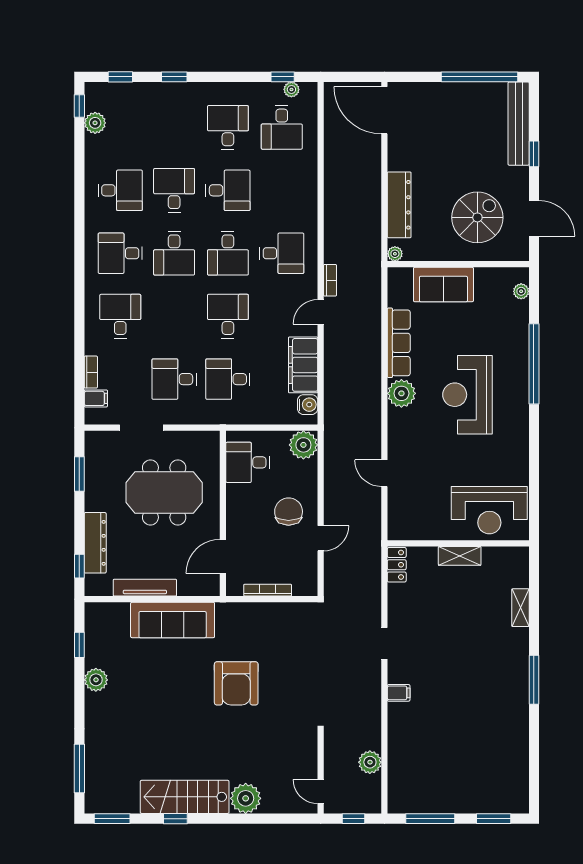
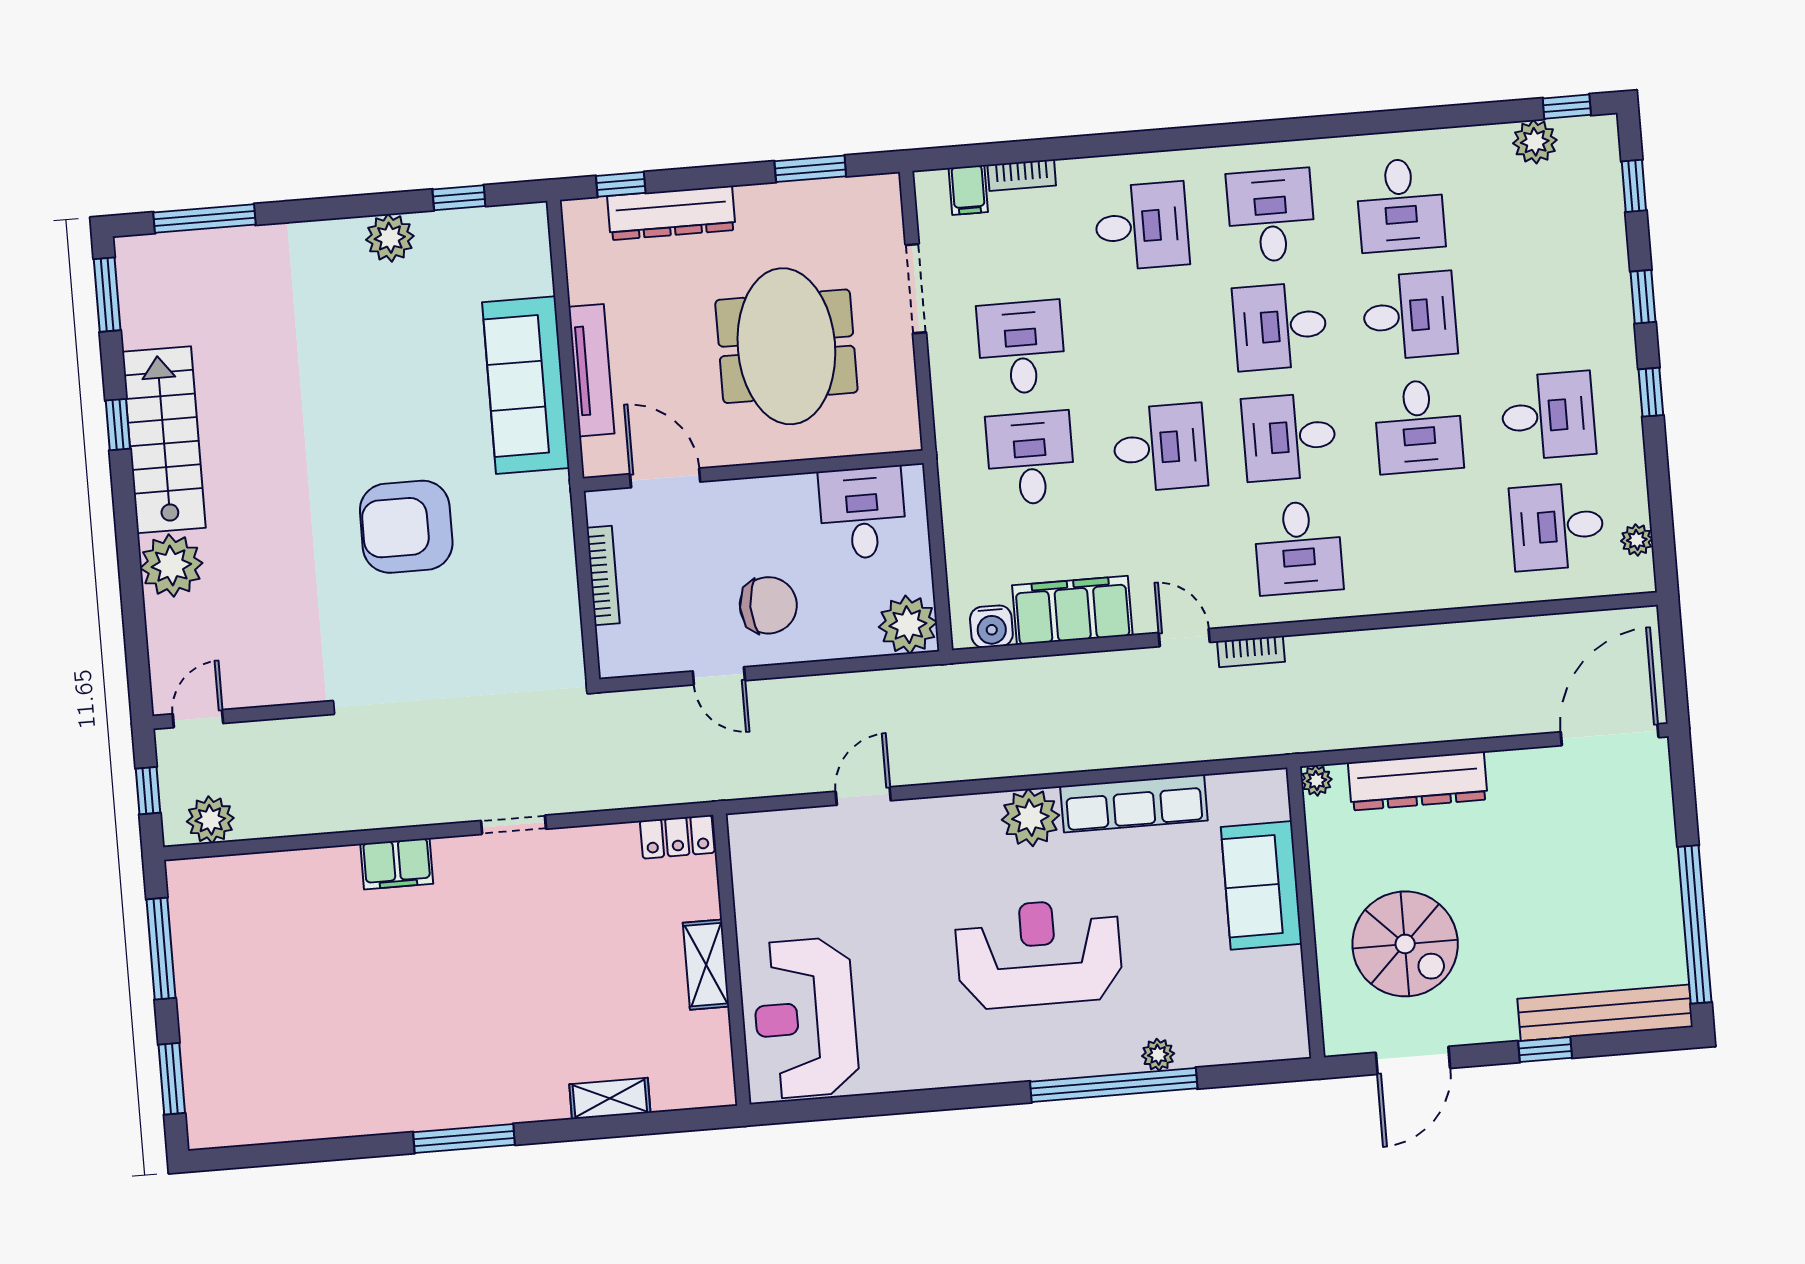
window: (283, 77) -> (1651, 392), moved
plant: (521, 291) -> (1158, 1055), moved
tv unit: (145, 588) -> (591, 370), moved
filing cabinet: (399, 693) -> (397, 864), width x2.00
plant: (370, 762) -> (210, 820), moved

